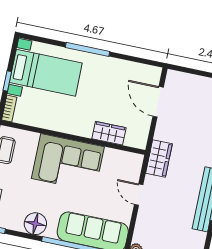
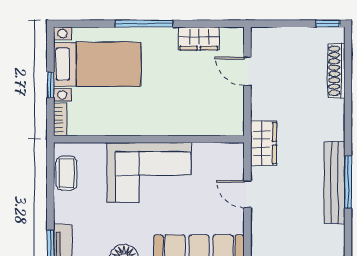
door: (158, 102) -> (247, 71), width x0.73
wardrobe: (109, 133) -> (199, 38), moved, turned 180

